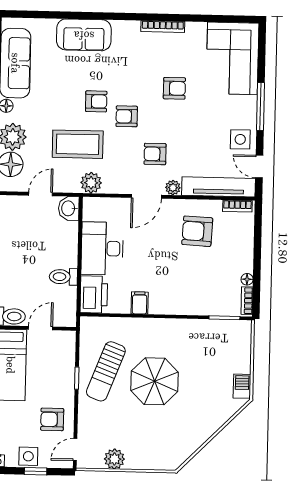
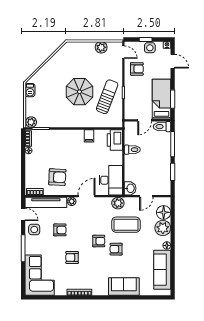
armchair: (155, 154) -> (60, 230), moved
desk: (102, 248) -> (111, 180), moved
plant: (241, 330) -> (31, 122), added
door: (75, 449) -> (123, 52), hinge flipped

